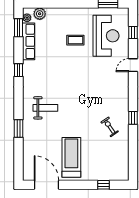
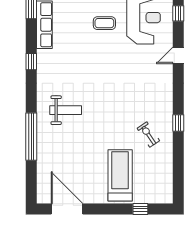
window: (19, 128) -> (31, 137), width x2.11
treadmill: (71, 157) -> (120, 175), moved

